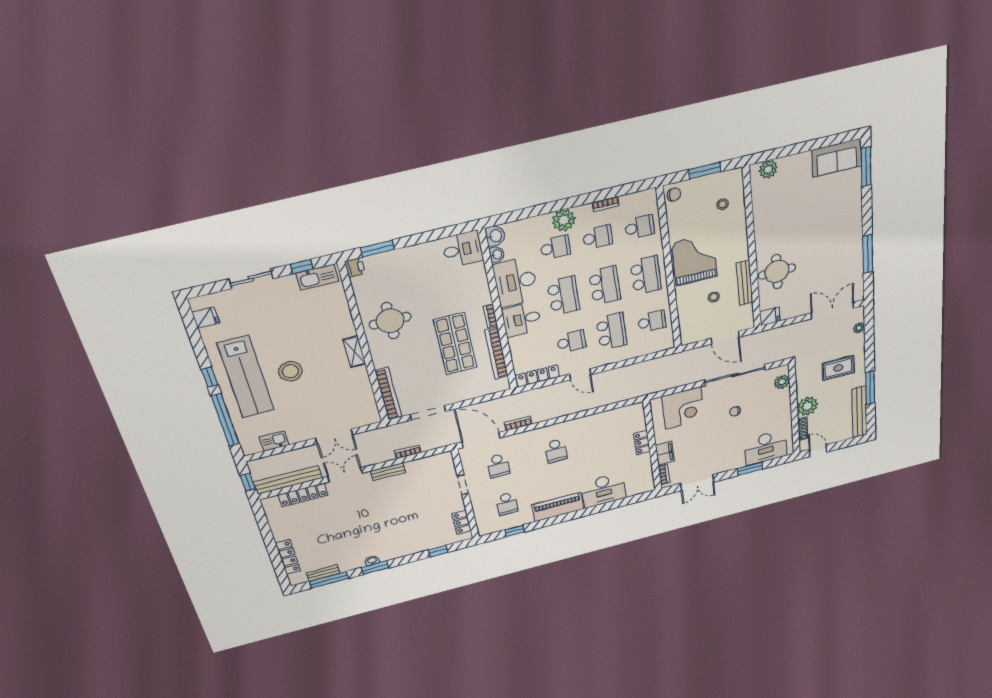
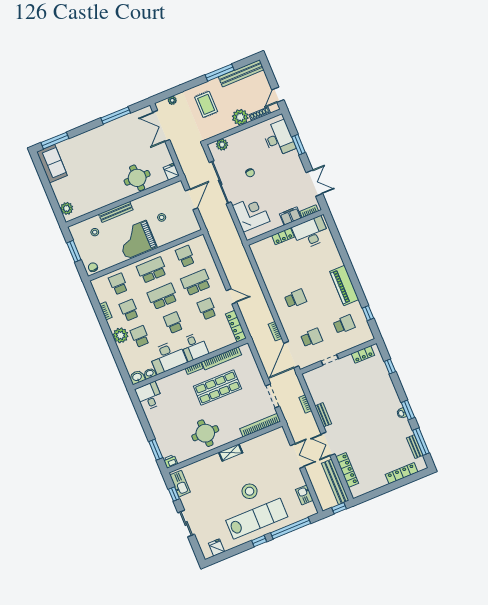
bench: (745, 283) -> (116, 212), moved
school desk: (563, 296) -> (173, 323), width x0.54
door: (580, 374) -> (232, 296), hinge flipped
desk: (604, 490) -> (311, 233), moved, turned -90

